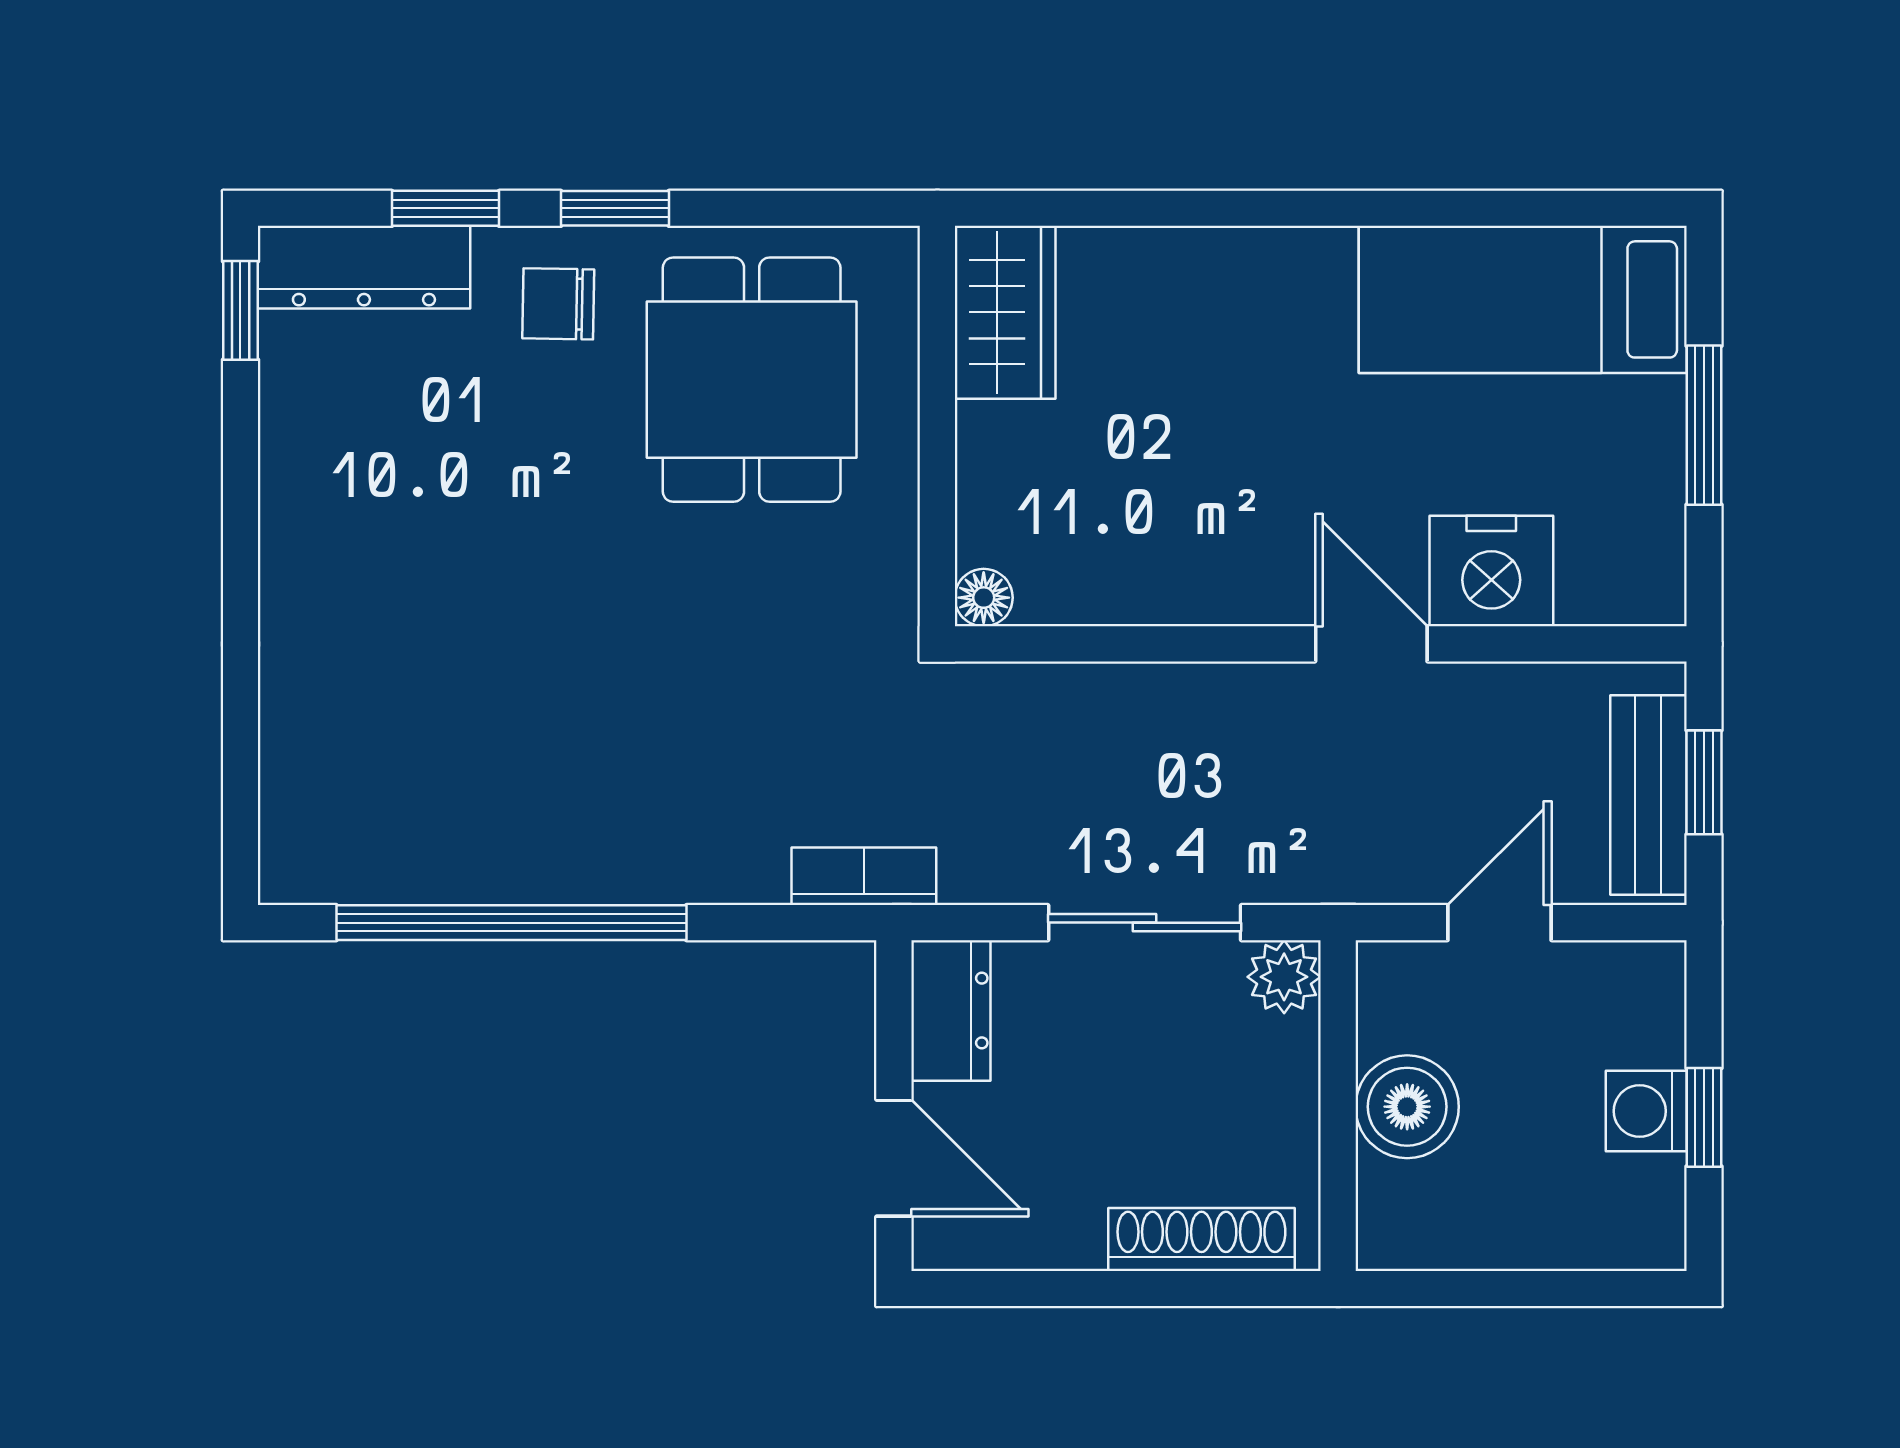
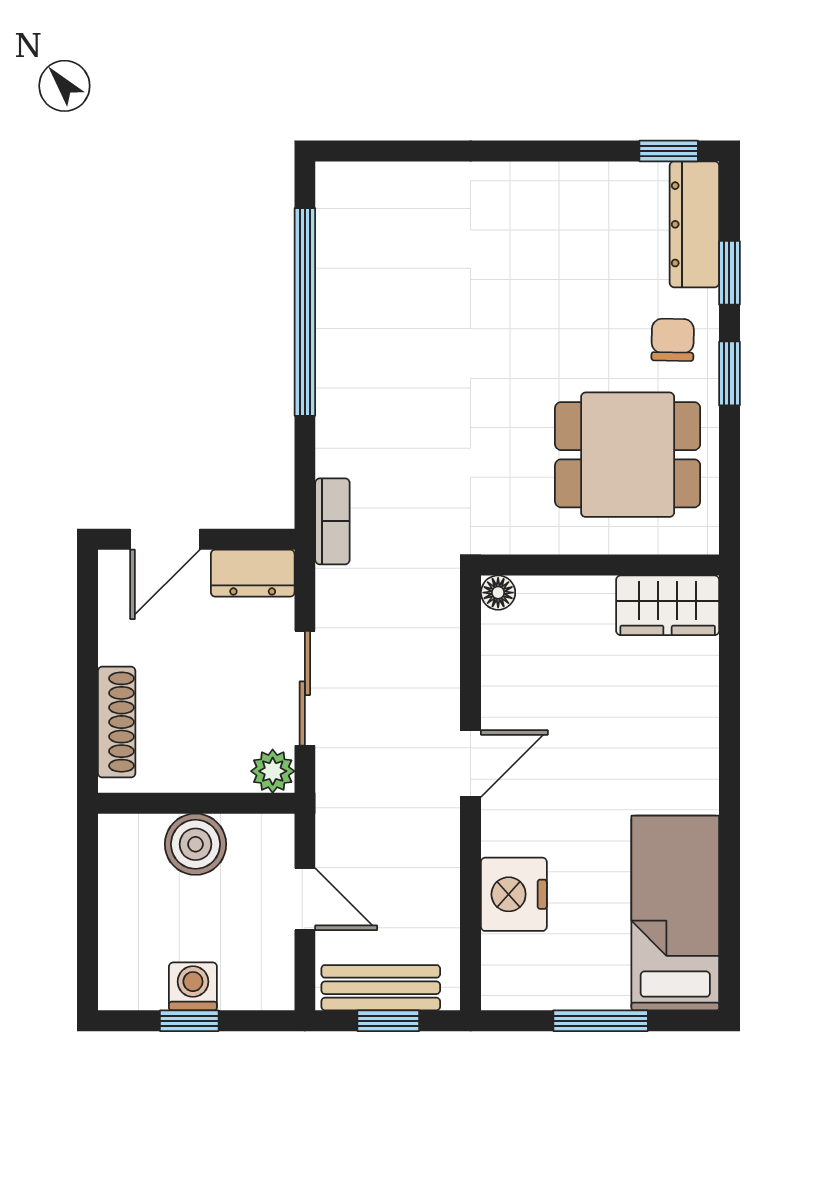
door: (1371, 644) -> (471, 764), moved

